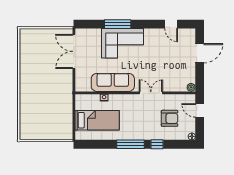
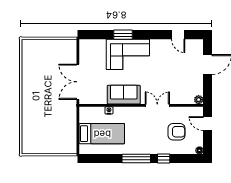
window: (118, 24) -> (123, 35), width x0.69
double door: (74, 51) -> (78, 82), moved
sofa: (113, 82) -> (124, 95), width x0.73

